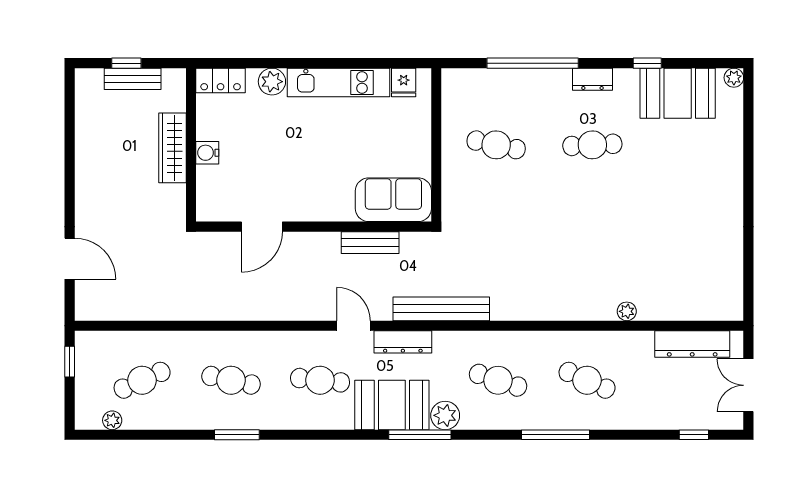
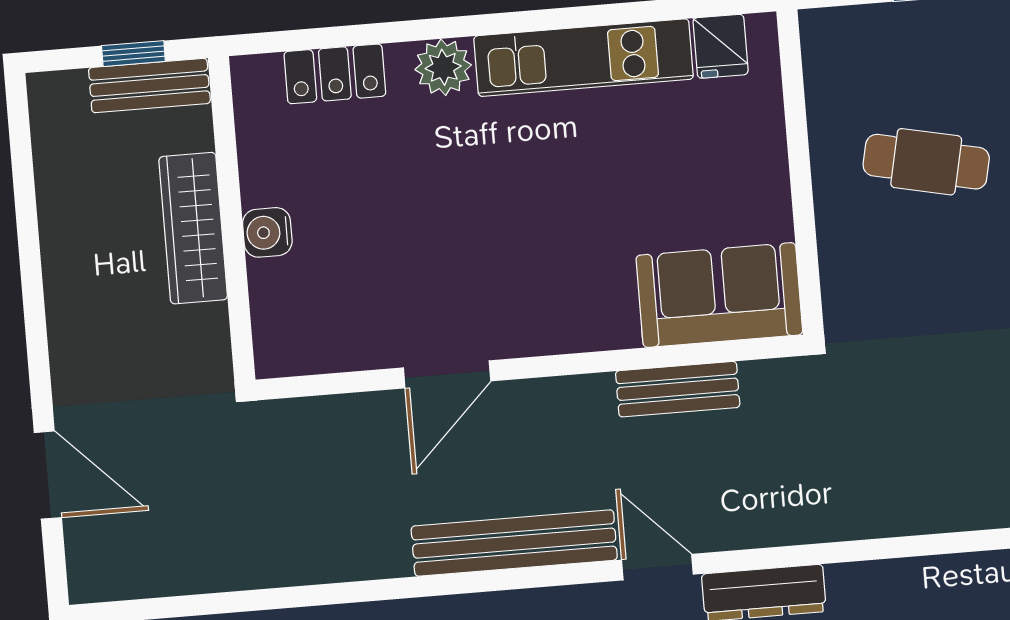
wall: (191, 145) -> (232, 219), moved
wardrobe: (173, 148) -> (193, 228), moved
water cooler: (207, 153) -> (267, 232), moved
bench: (441, 309) -> (514, 543), moved

